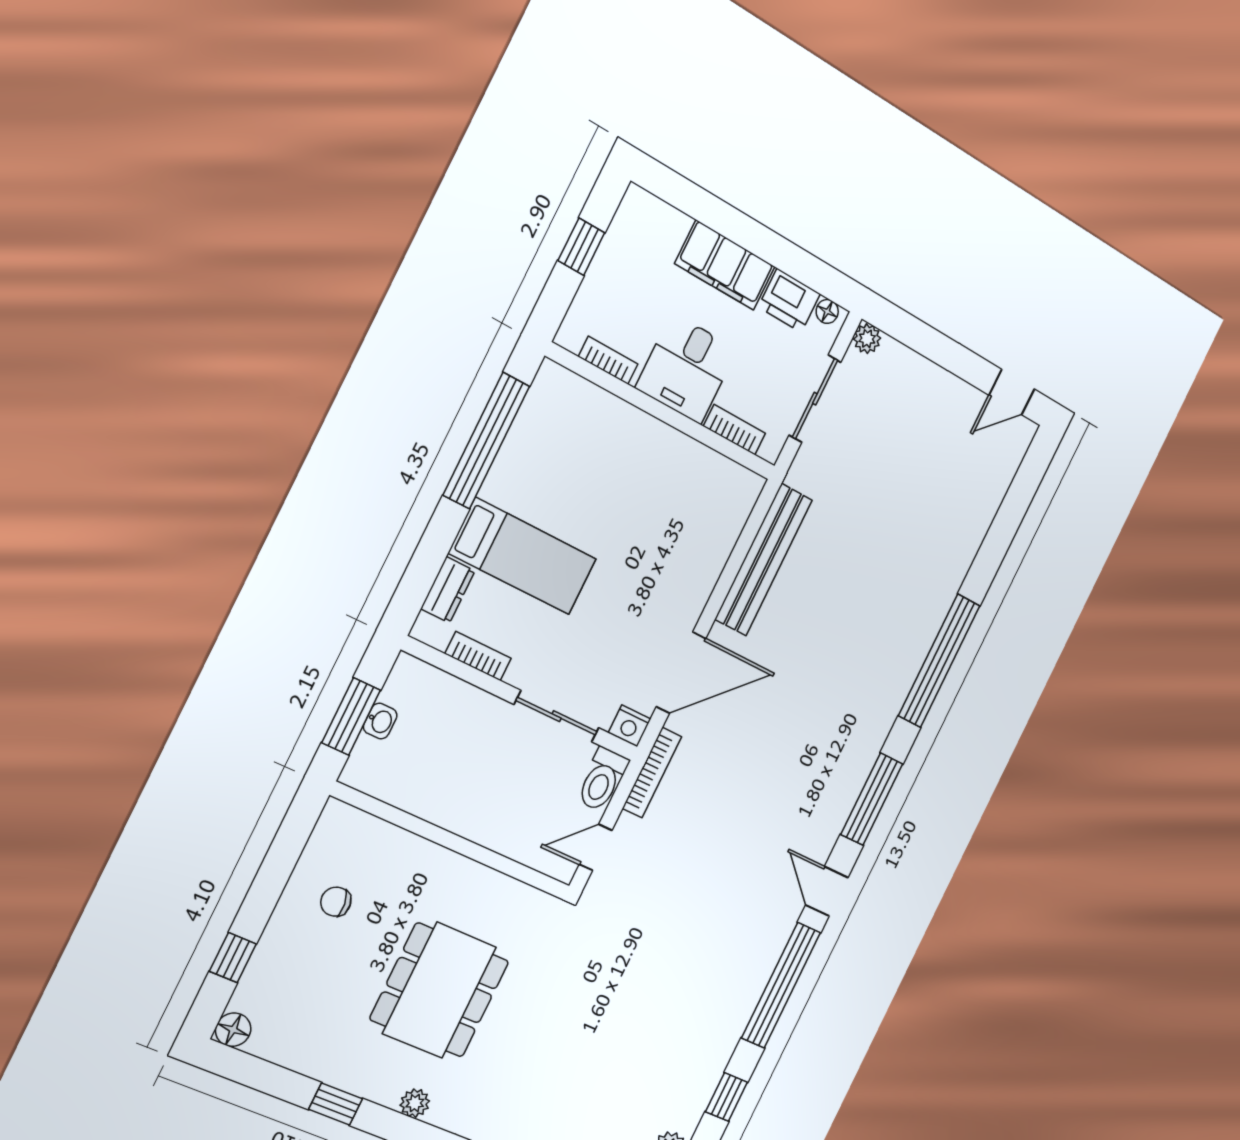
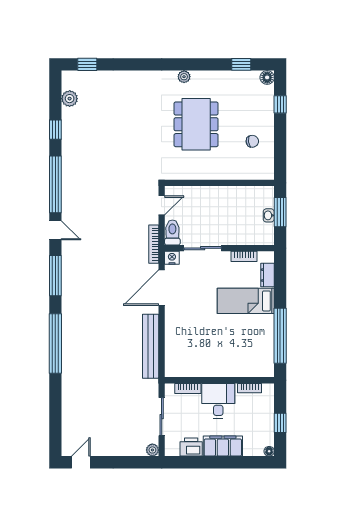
floor lamp: (827, 311) -> (269, 451), moved
window: (336, 1104) -> (241, 64), moved

